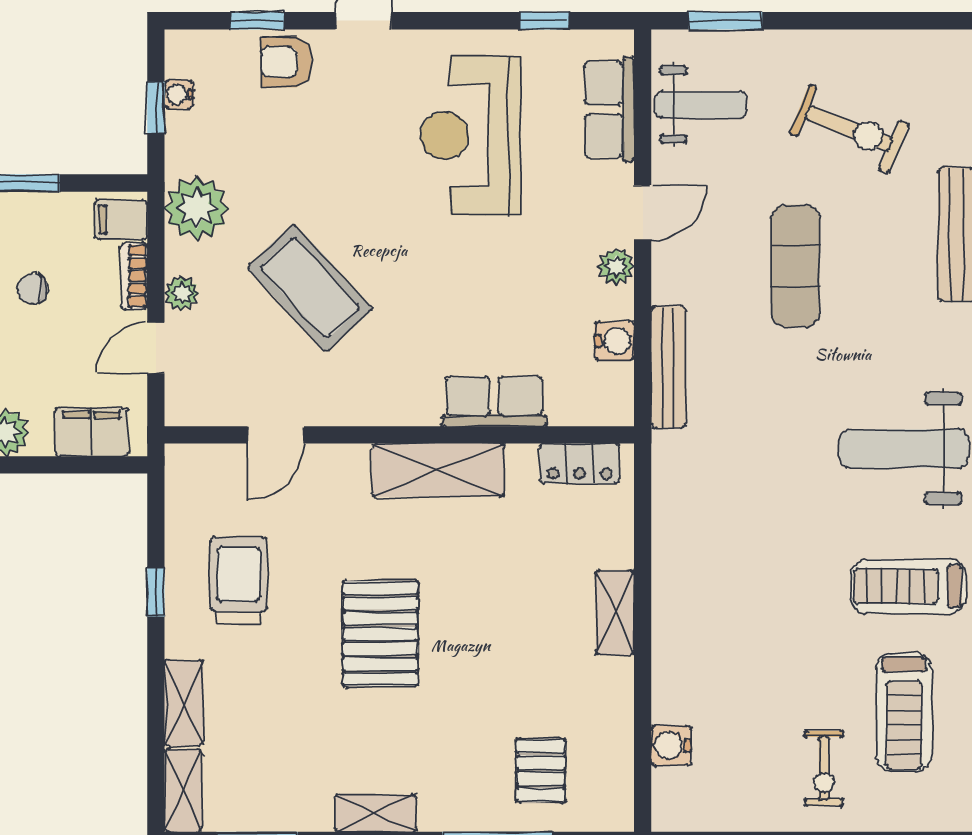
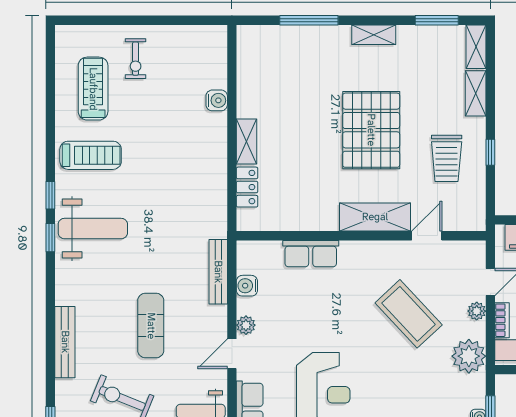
locker: (580, 464) -> (247, 187), moved, turned 90
shelving: (438, 470) -> (375, 217), moved
pallet: (380, 634) -> (371, 130), width x1.37, depth x1.41
water cooler: (671, 745) -> (217, 100), moved
exercise bike: (824, 768) -> (136, 59), turned 180
pallet: (541, 770) -> (286, 57), removed

